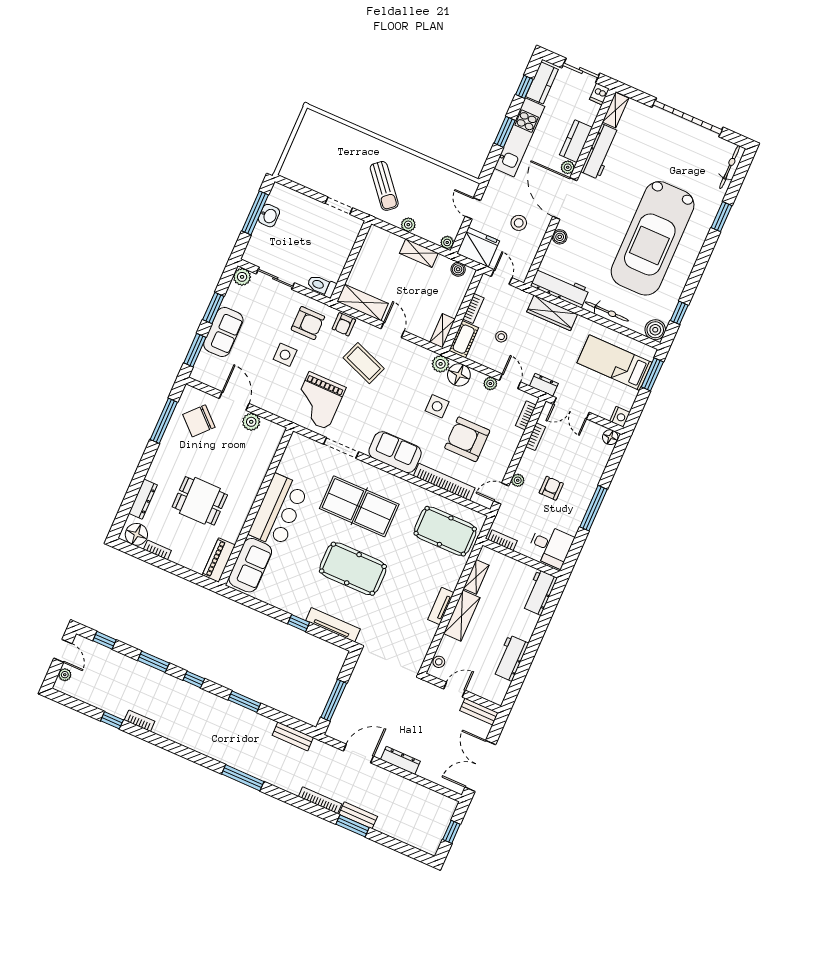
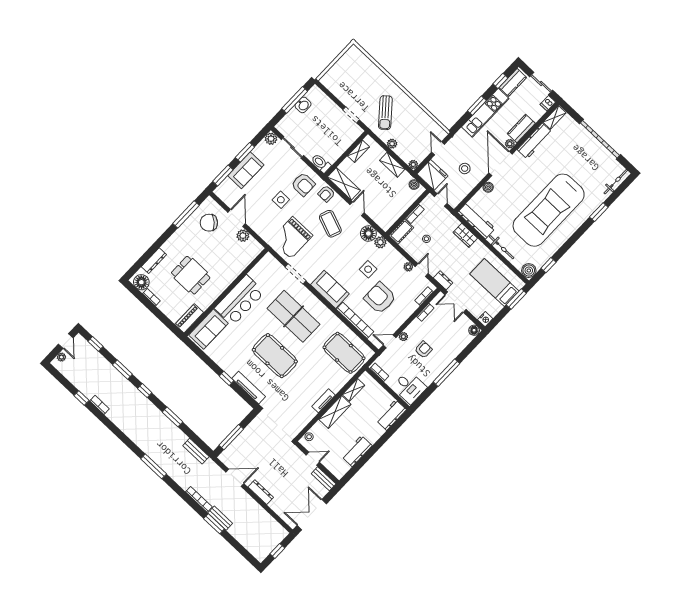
wardrobe: (552, 313) -> (465, 235), width x0.67
shelving: (442, 331) -> (358, 151), moved
floor lamp: (459, 375) -> (368, 234), moved

